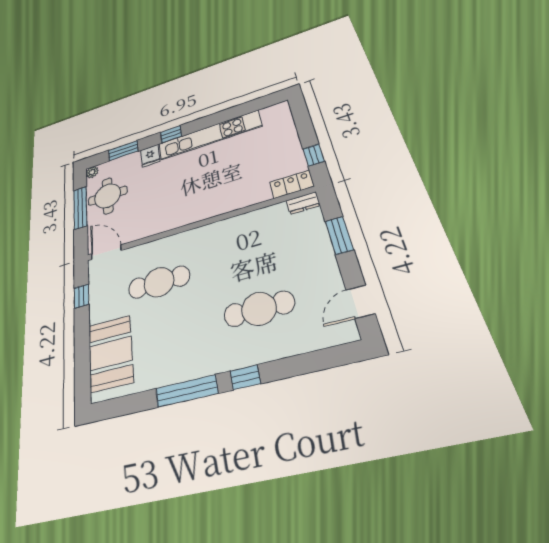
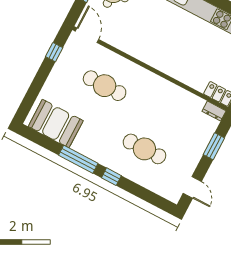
door: (360, 302) -> (192, 187), swing flipped
booth: (110, 353) -> (56, 124), moved, turned 90

